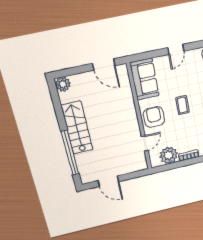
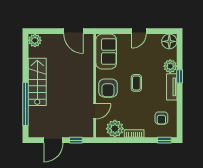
armchair: (154, 117) -> (108, 88), turned 180
window: (131, 176) -> (76, 140), added
door: (108, 181) -> (53, 140), hinge flipped

